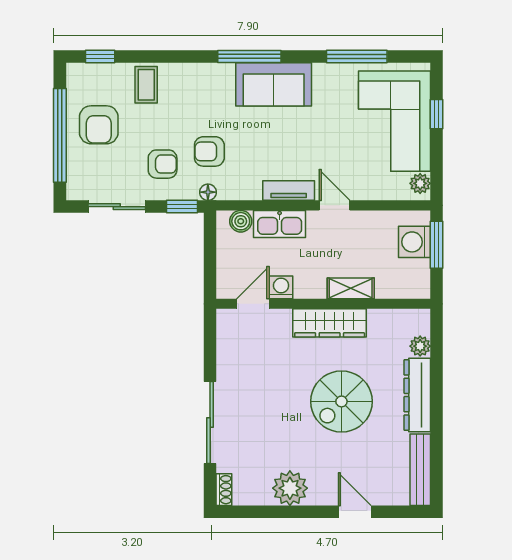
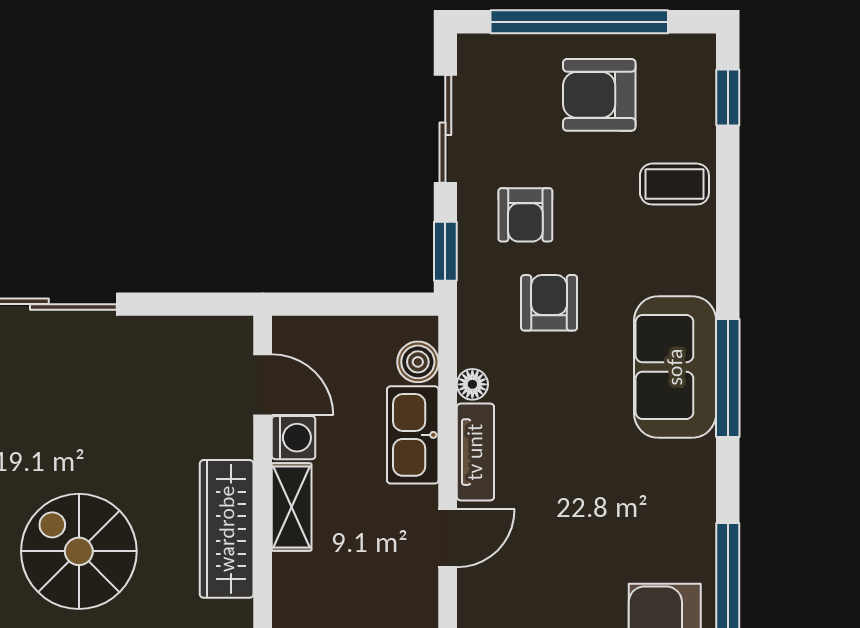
sofa: (274, 84) -> (675, 367), moved
floor lamp: (208, 192) -> (472, 384), moved
shelving: (351, 288) -> (292, 507), moved

